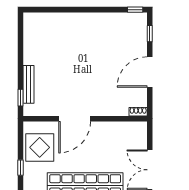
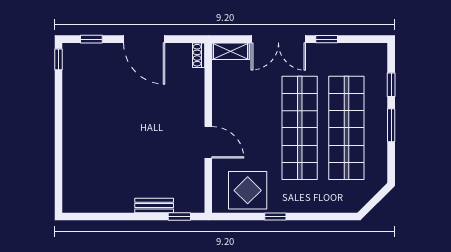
bench: (29, 84) -> (154, 206), width x0.73
door: (75, 119) -> (208, 142), width x0.73
shelving: (141, 135) -> (230, 51), added

